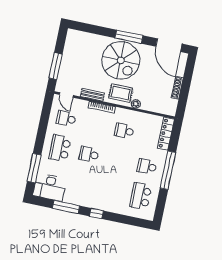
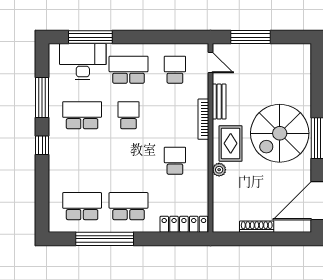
door: (66, 95) -> (210, 63), swing flipped
school desk: (147, 167) -> (128, 206), width x1.85
window: (168, 170) -> (105, 239), moved
school desk: (83, 184) -> (82, 115), added
desk: (50, 187) -> (83, 62), moved, turned 90

